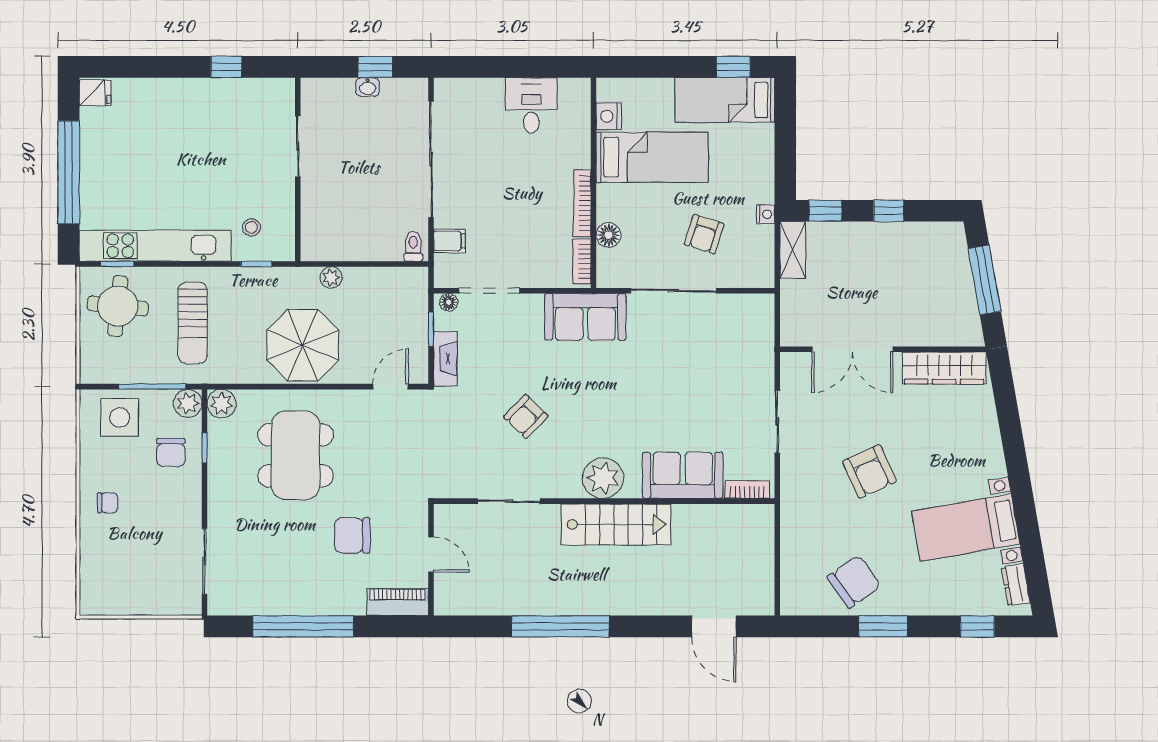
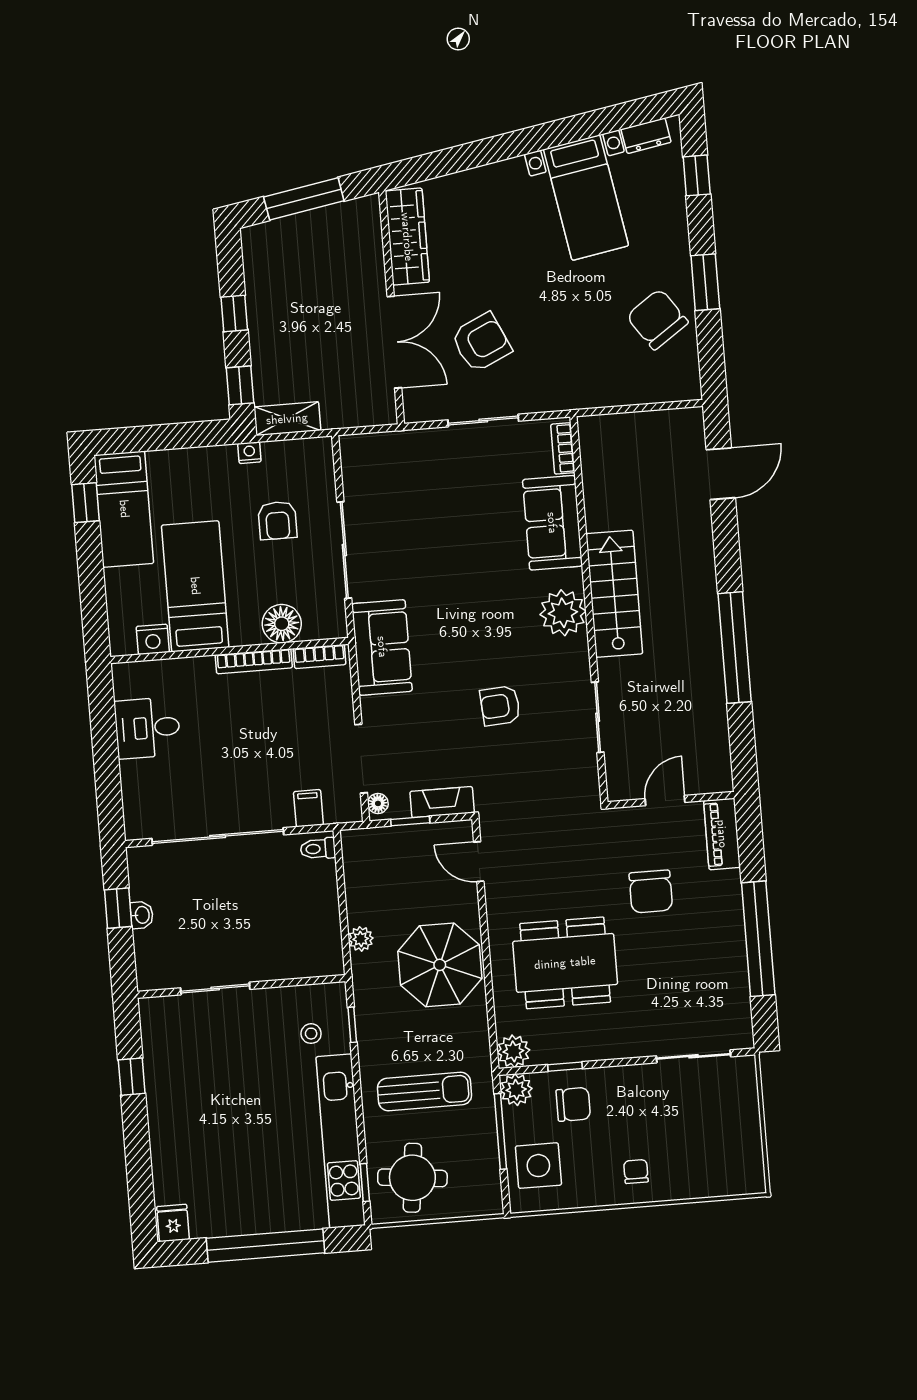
armchair: (704, 234) -> (278, 520), turned 72
floor lamp: (609, 235) -> (282, 624), width x1.38, depth x1.38
armchair: (526, 416) -> (500, 706), turned 132
armchair: (869, 471) -> (481, 342), moved

